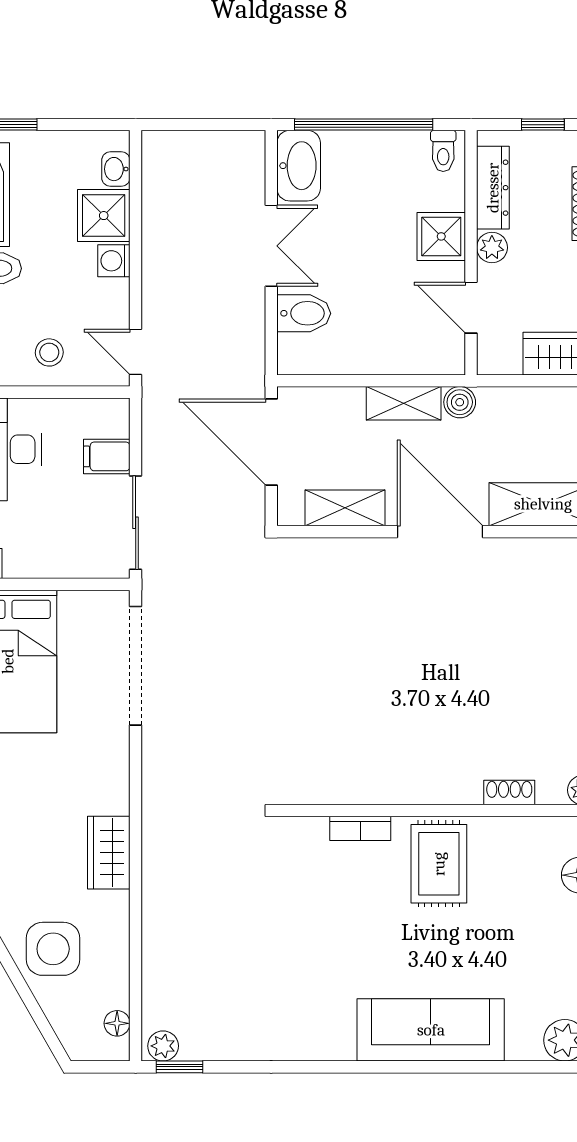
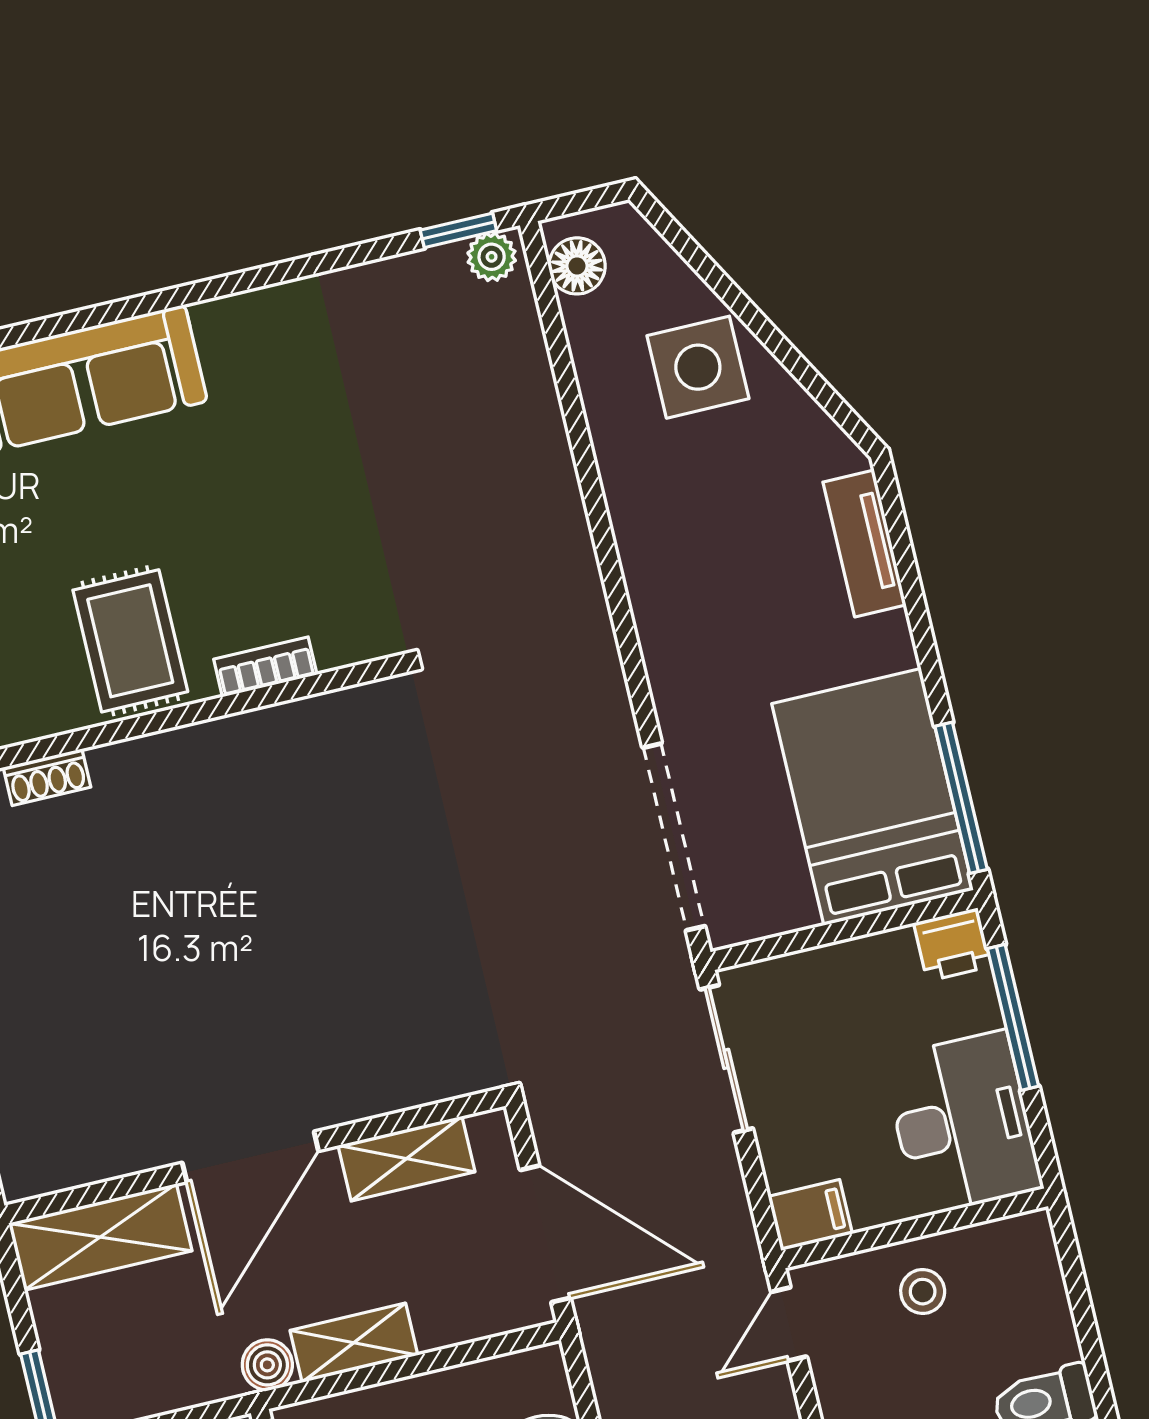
door: (136, 352) -> (789, 1324), swing flipped
filing cabinet: (107, 456) -> (810, 1215), moved
door: (440, 532) -> (250, 1157), hinge flipped
wardrobe: (109, 853) -> (647, 537), removed
floor lamp: (117, 1023) -> (577, 266), width x1.37, depth x1.37

